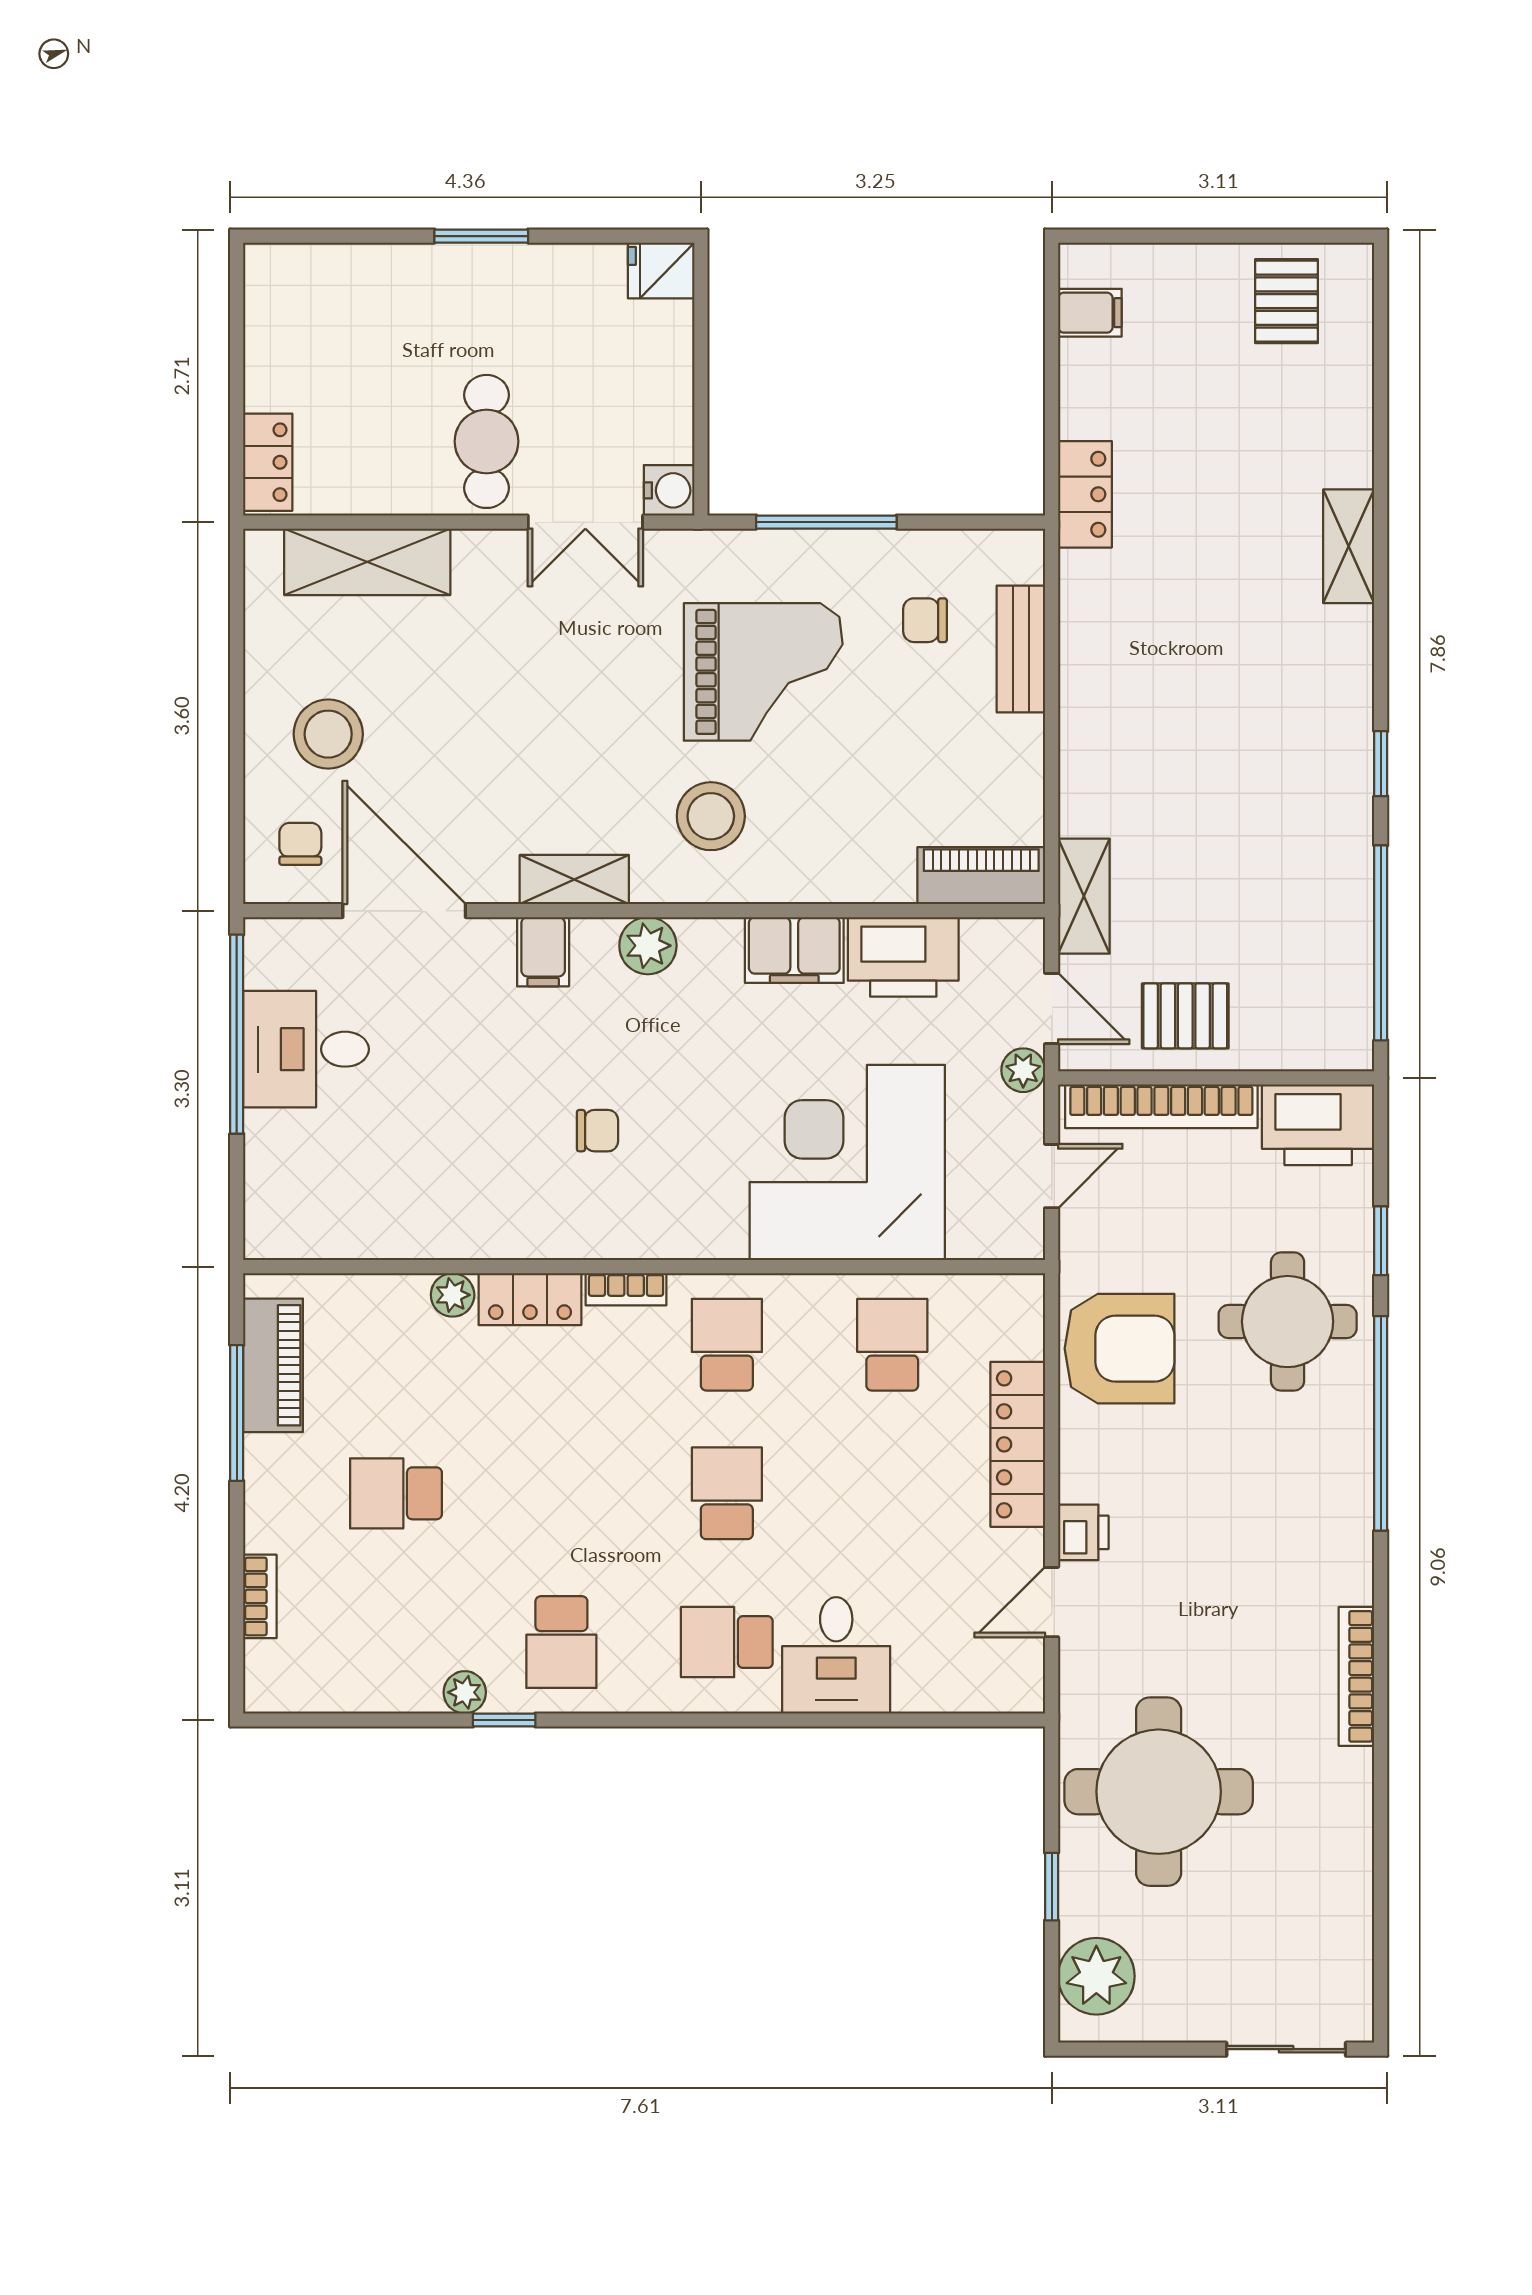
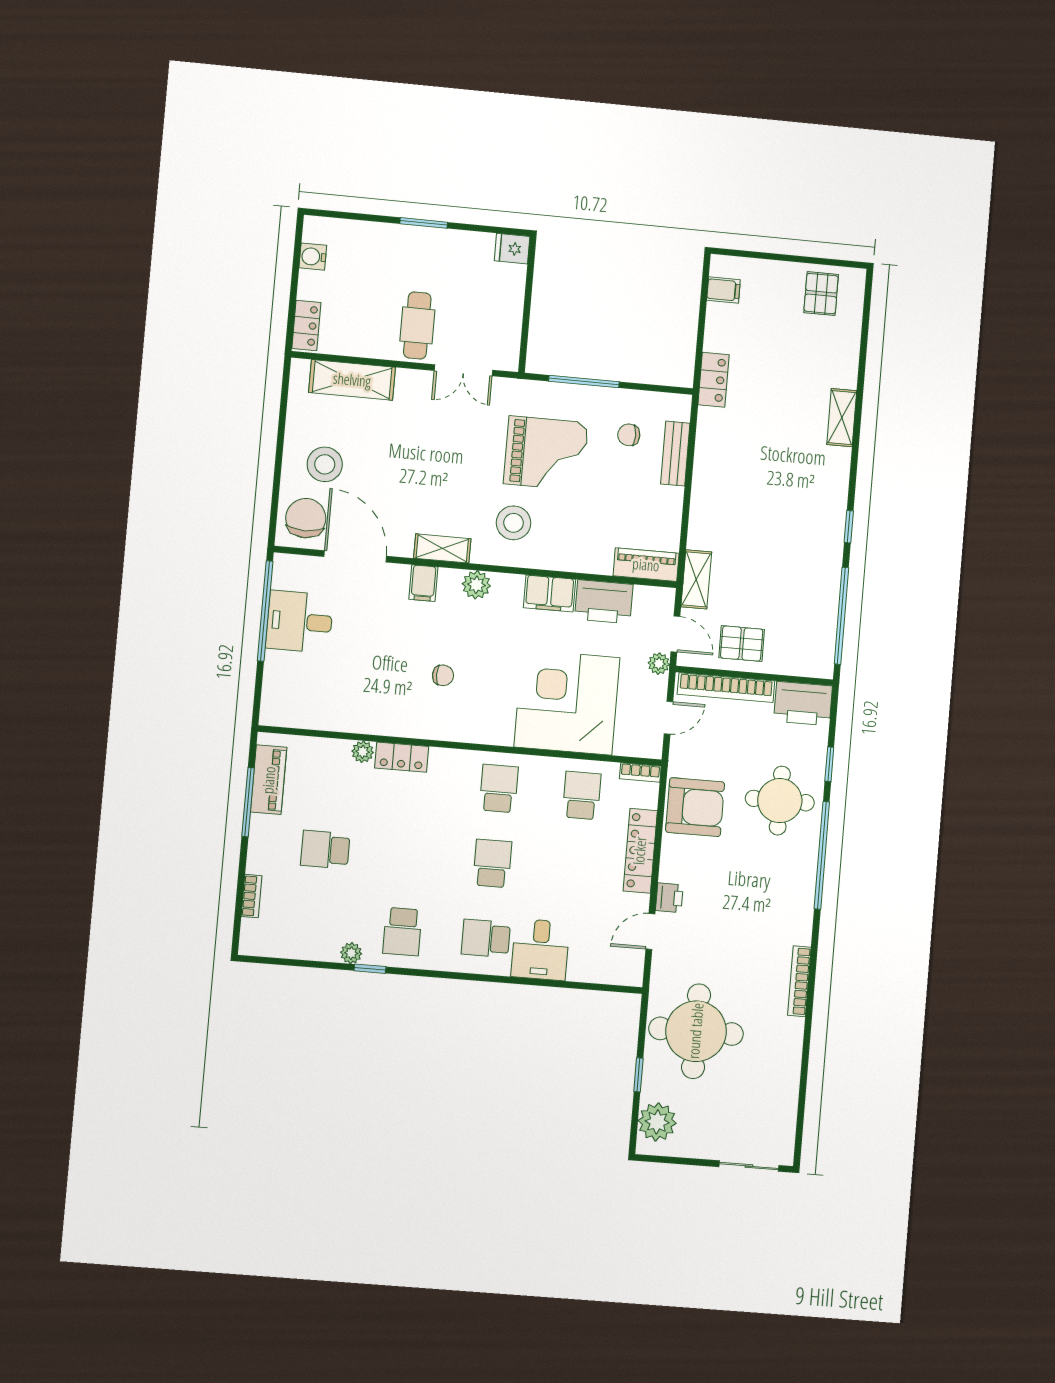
water cooler: (669, 490) -> (313, 257), moved, turned 180
chair: (300, 844) -> (306, 518), width x1.87, depth x1.87
bookcase: (626, 1289) -> (640, 773), moved

